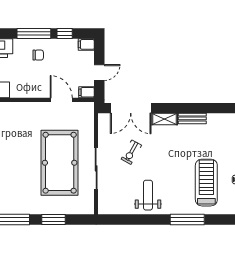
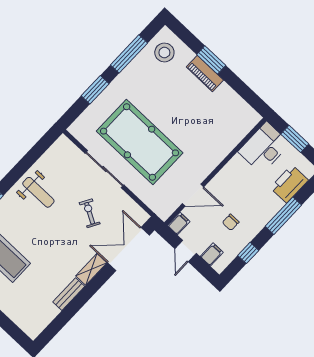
window: (34, 33) -> (283, 216), moved
filing cabinet: (86, 44) -> (212, 254), moved
chair: (38, 55) -> (231, 222), moved

